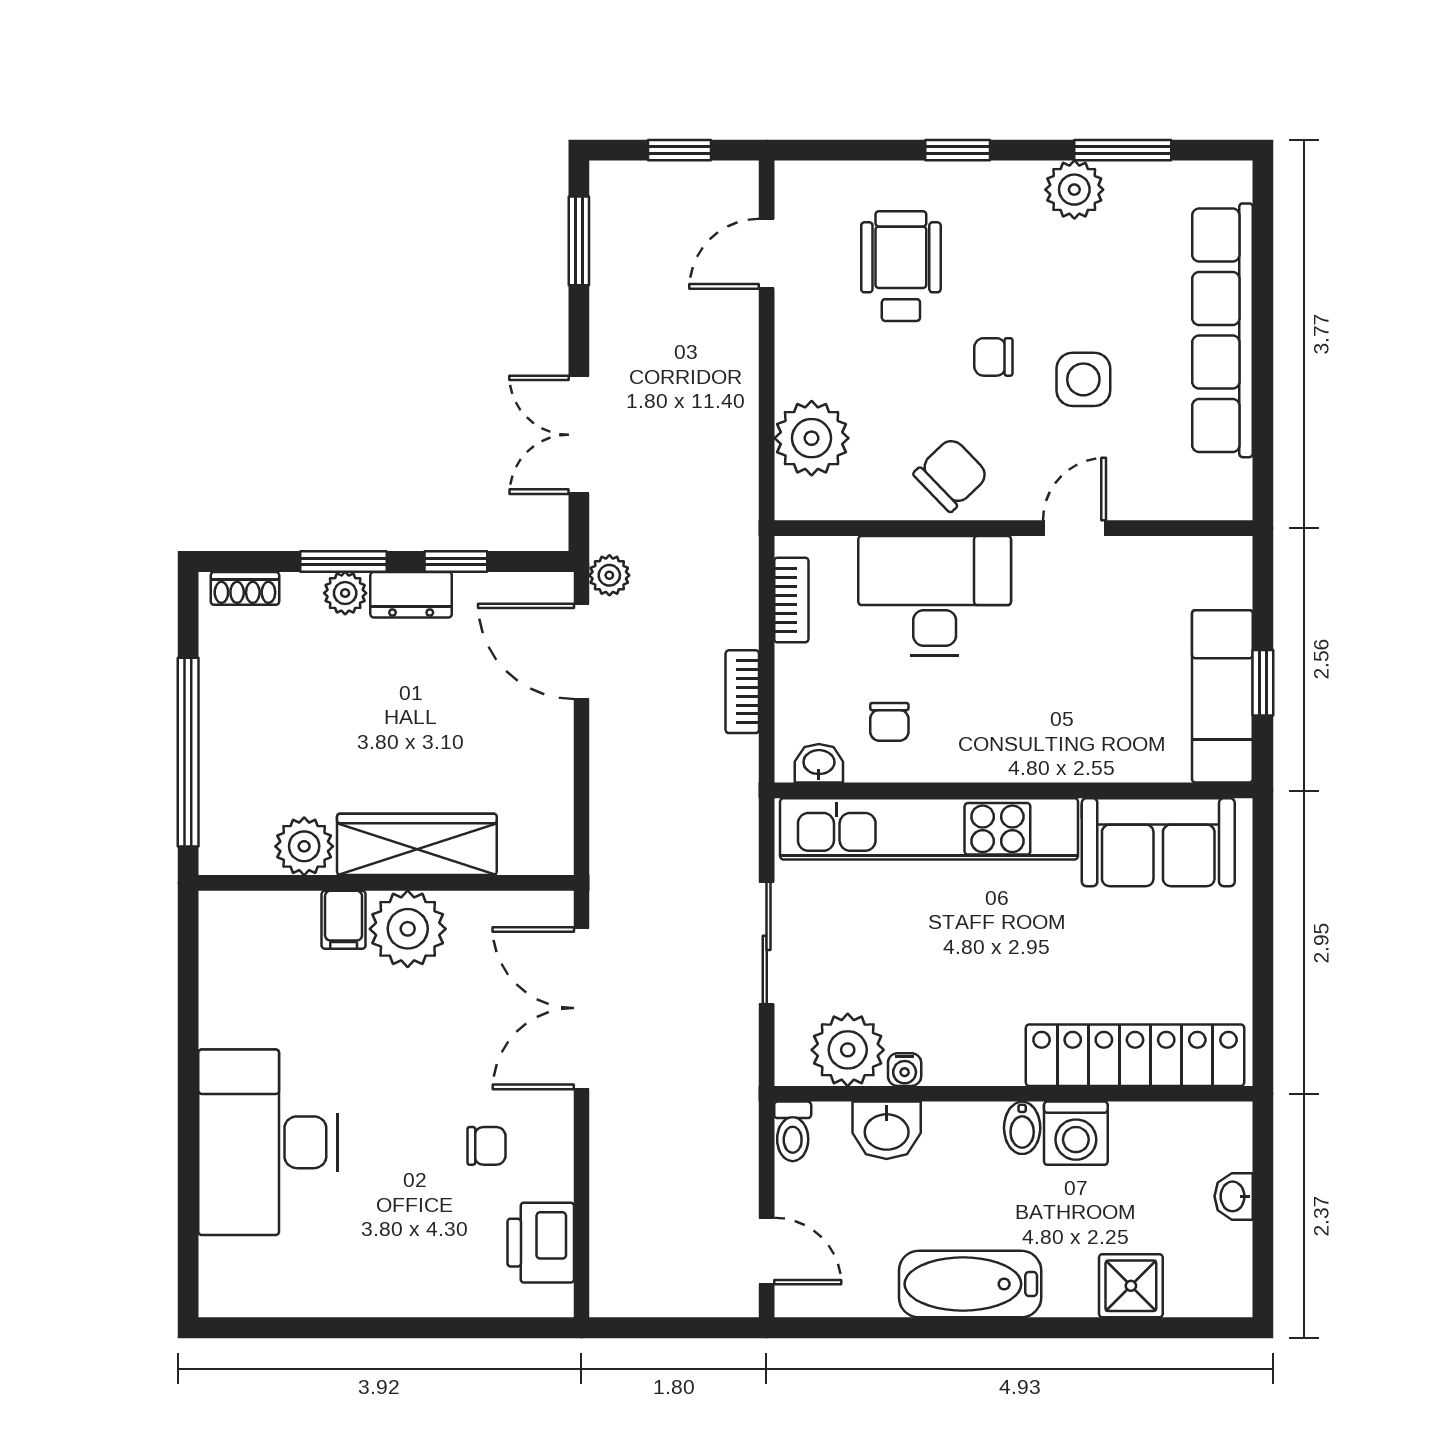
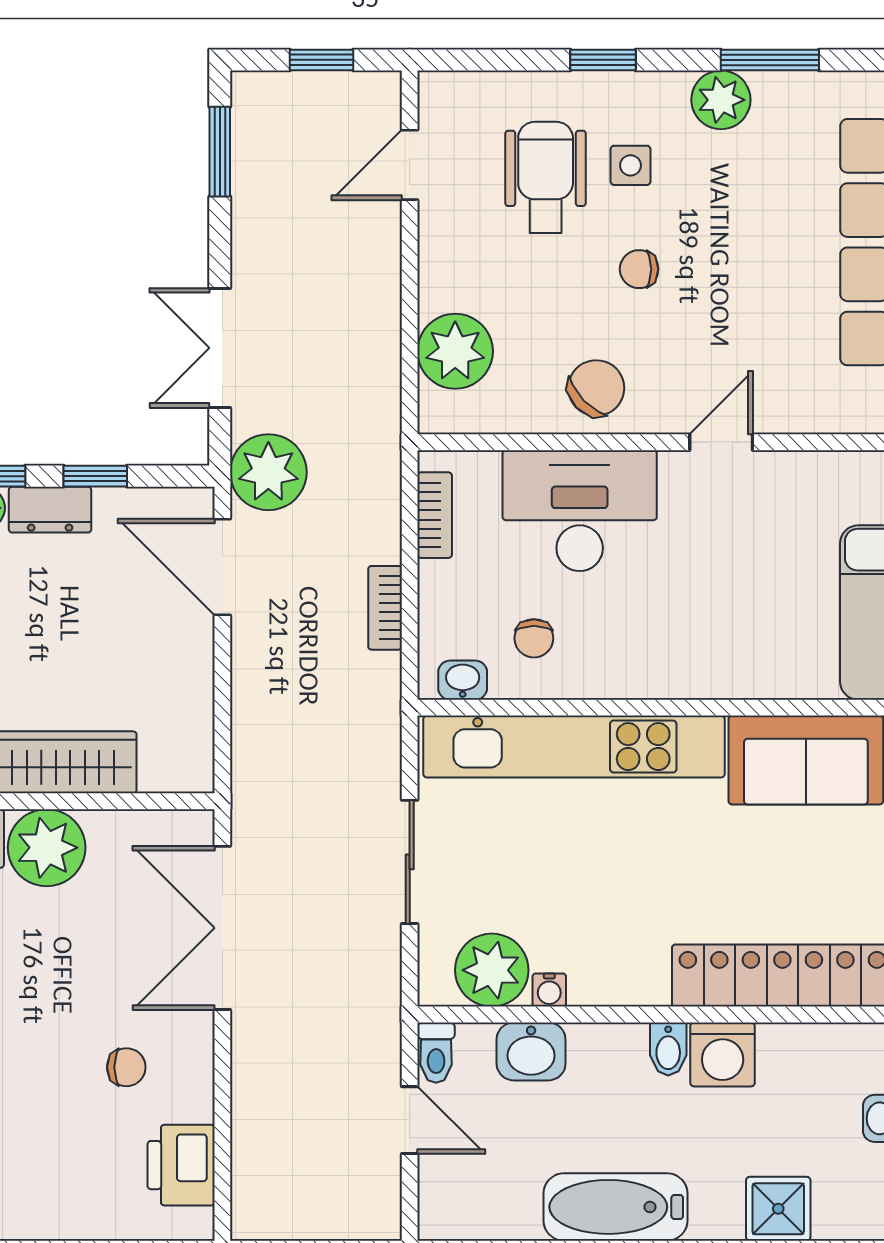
side table: (1083, 379) -> (631, 165), moved, width x0.73, depth x0.73
plant: (609, 575) -> (268, 472), width x1.87, depth x1.87
door: (767, 1251) -> (410, 1120), moved

